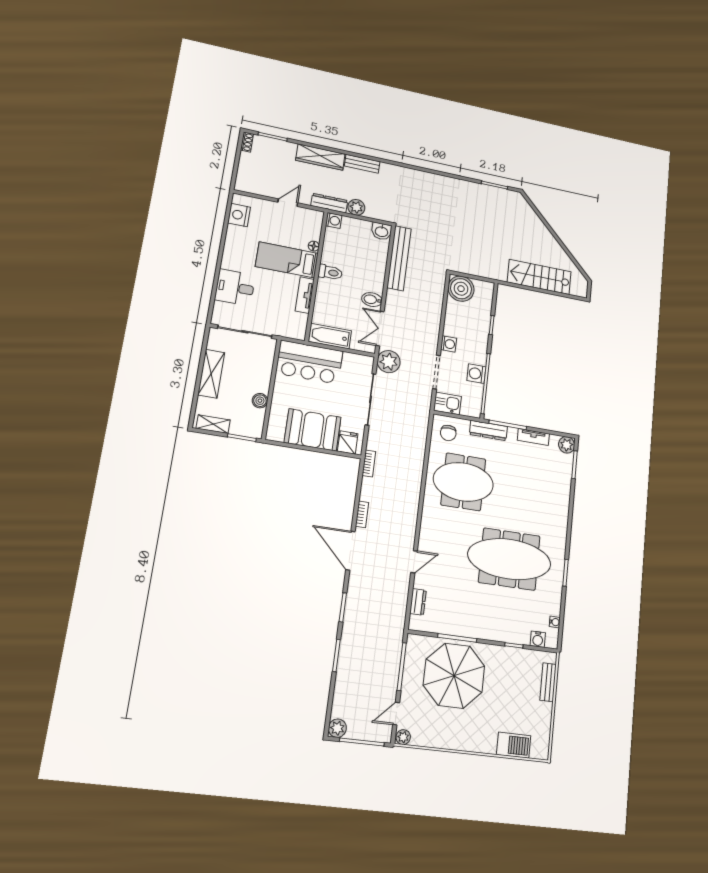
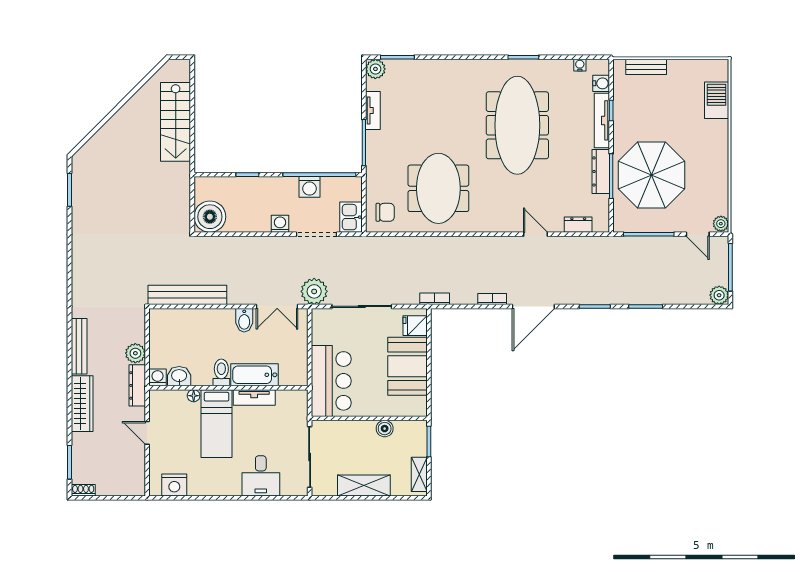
bench: (362, 164) -> (79, 346), width x1.36
washbasin: (382, 231) -> (179, 376), moved, turned -90
bathtub: (330, 336) -> (255, 375), moved, turned 90
dresser: (488, 430) -> (601, 171), moved, turned 180
tv unit: (506, 636) -> (602, 120), added

